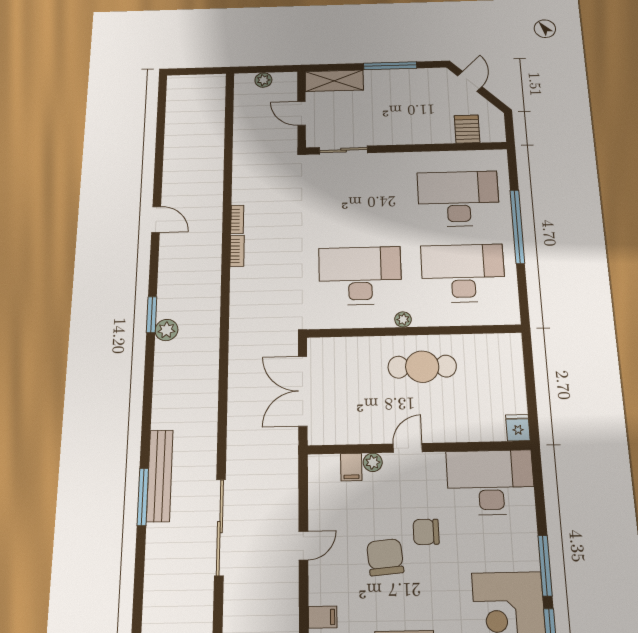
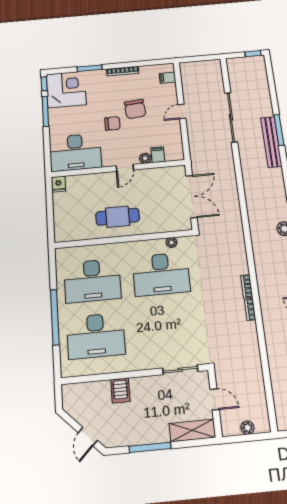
server rack: (467, 129) -> (120, 391), moved
plant: (403, 319) -> (172, 242), moved

